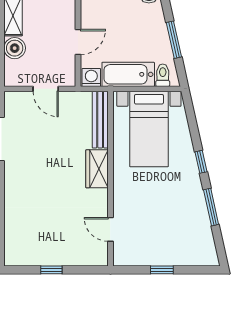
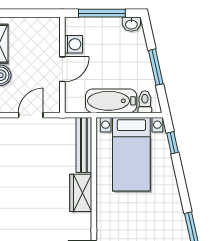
washing machine: (91, 77) -> (73, 44), moved, turned 90
door: (46, 89) -> (31, 115), swing flipped
window: (201, 162) -> (173, 143), moved

